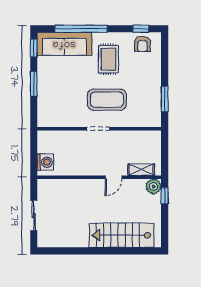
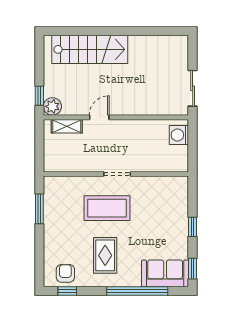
sofa: (64, 44) -> (165, 273), width x0.73
window: (34, 84) -> (193, 227), width x0.67
sliding door: (34, 216) -> (193, 88), moved

